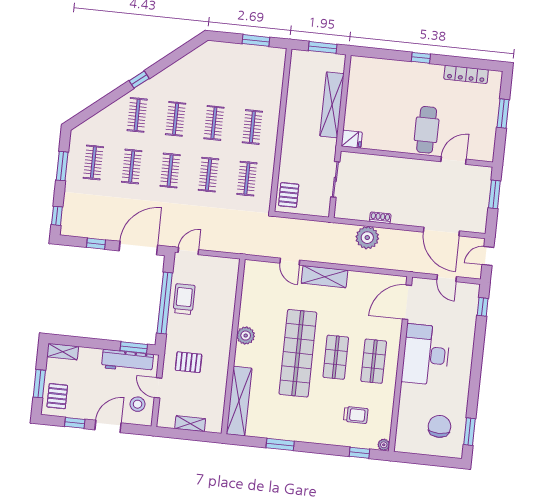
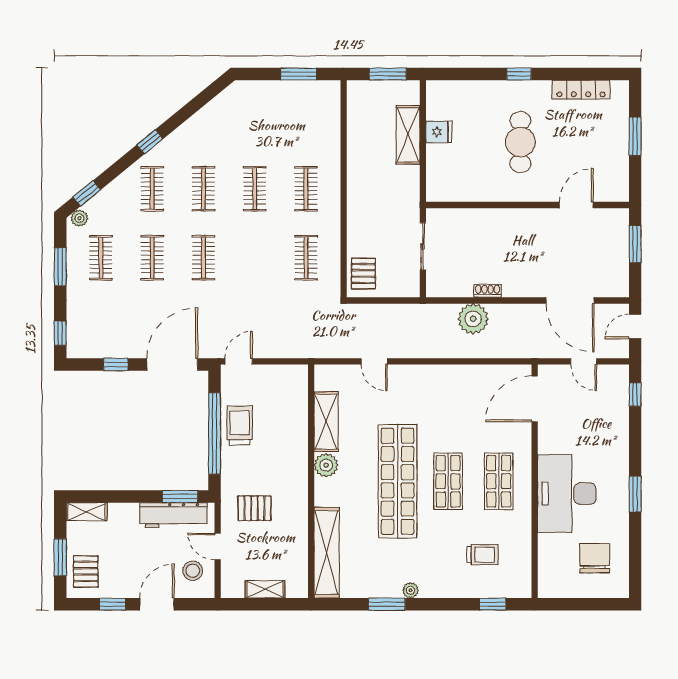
shelving: (332, 105) -> (408, 135), width x0.68
window: (88, 113) -> (87, 193), added
cafe table: (427, 130) -> (520, 142), moved
plant: (80, 131) -> (79, 218), added
fridge: (352, 139) -> (439, 132), moved
clothes rail: (209, 175) -> (255, 258), removed
shelving: (324, 277) -> (326, 422), moved, turned 90
desk: (426, 355) -> (567, 494), moved
window: (470, 432) -> (635, 494), moved
plant: (384, 445) -> (410, 590), moved

